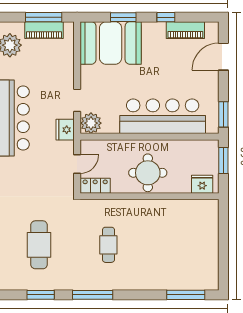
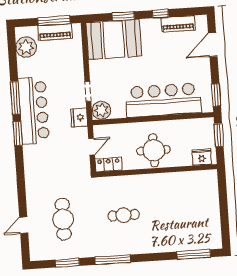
cafe table: (108, 245) -> (124, 215), turned 90

